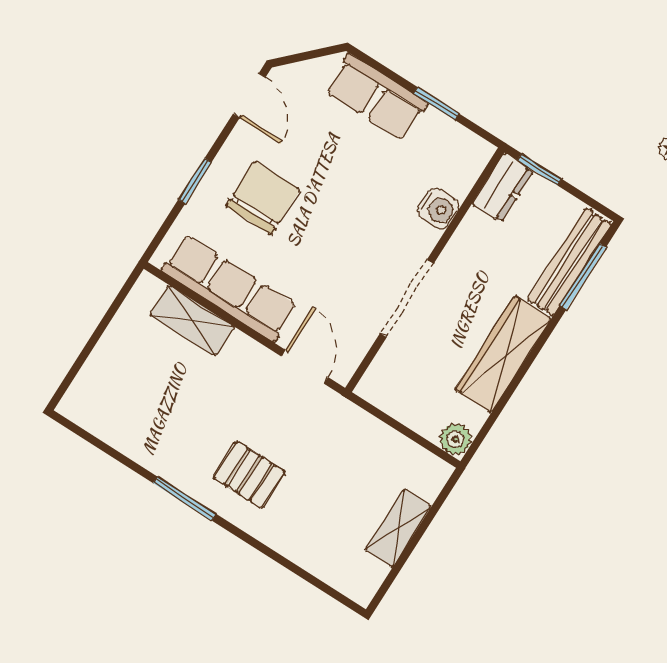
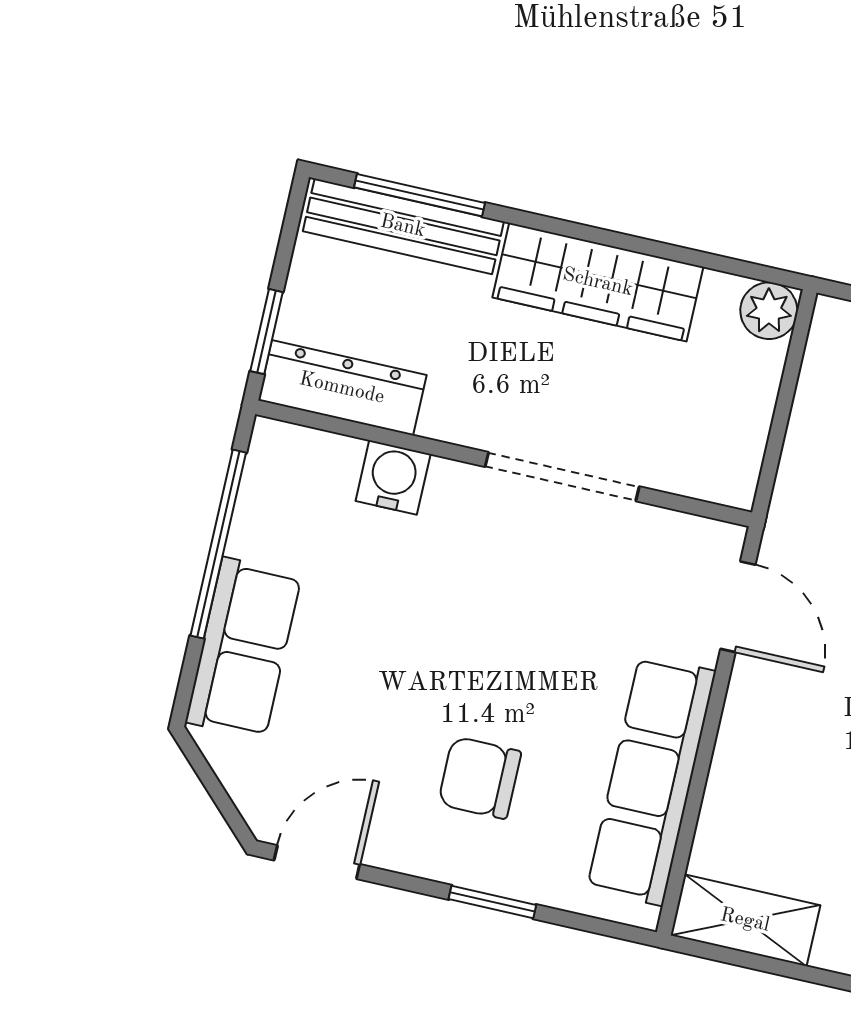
window: (436, 104) -> (218, 544), width x2.17
dresser: (503, 187) -> (342, 388), width x1.44
chair: (263, 198) -> (480, 778), width x0.73, depth x0.73
shelving: (192, 321) -> (745, 920), moved, turned 90
door: (305, 367) -> (738, 607), swing flipped

